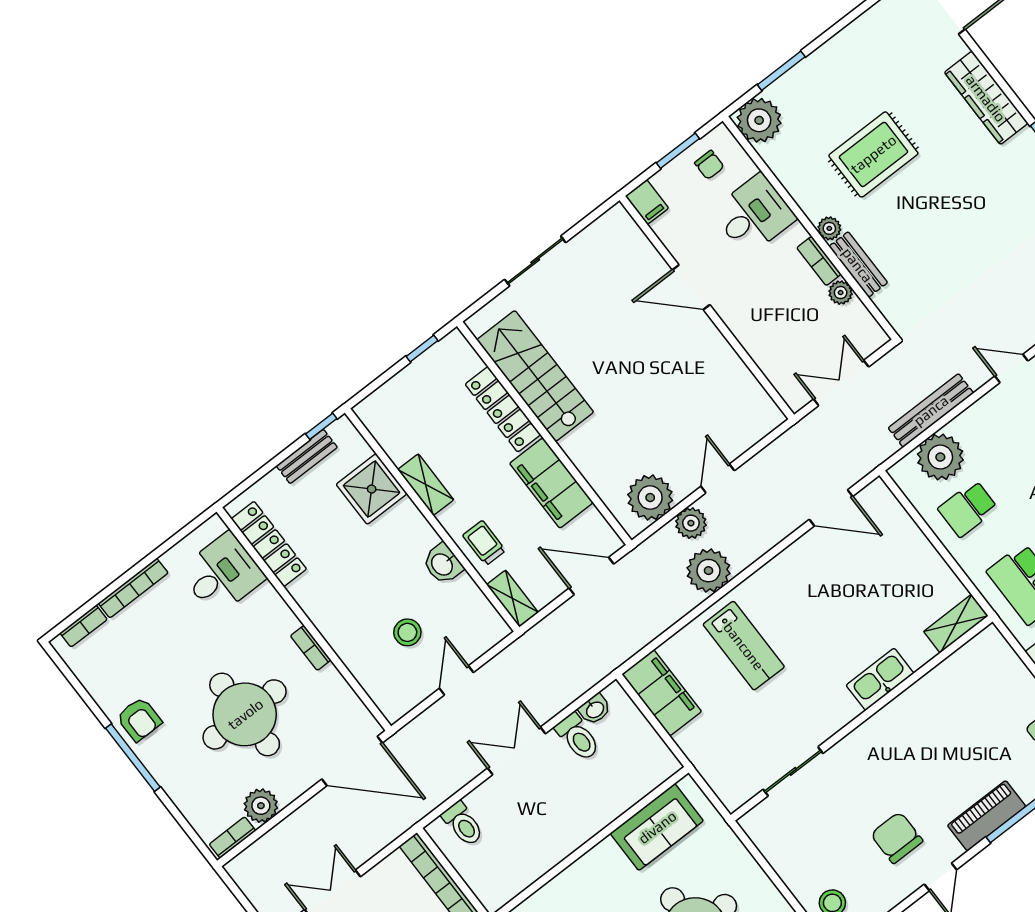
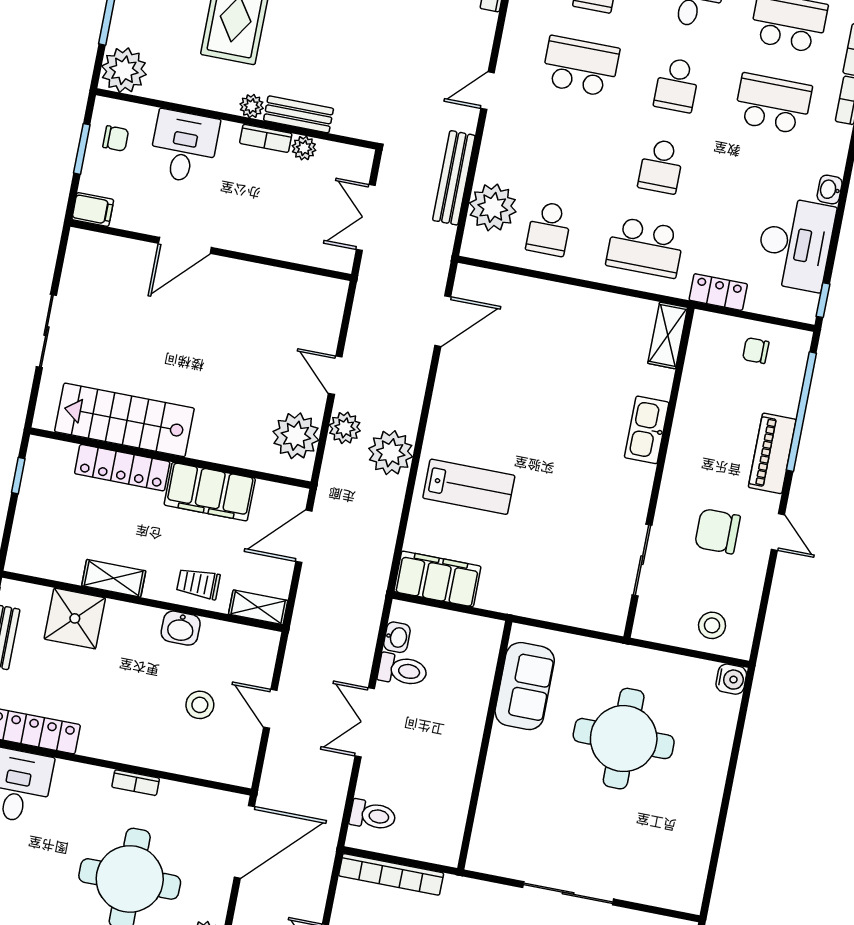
shelving: (956, 624) -> (668, 335), moved
kitchen sink: (880, 679) -> (647, 430), moved
wall: (862, 718) -> (659, 473), moved
sliding door: (793, 771) -> (642, 560), moved

